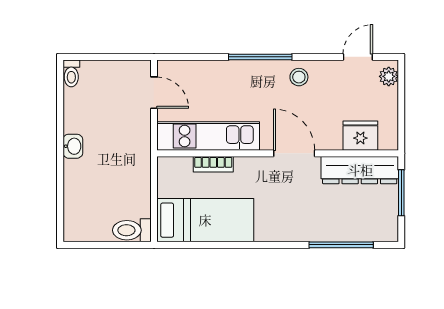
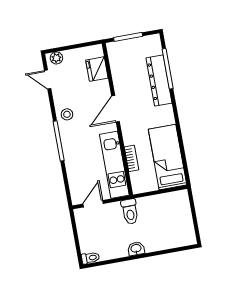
dresser: (360, 170) -> (159, 81), moved, turned 180
toilet: (132, 230) -> (130, 212), moved

